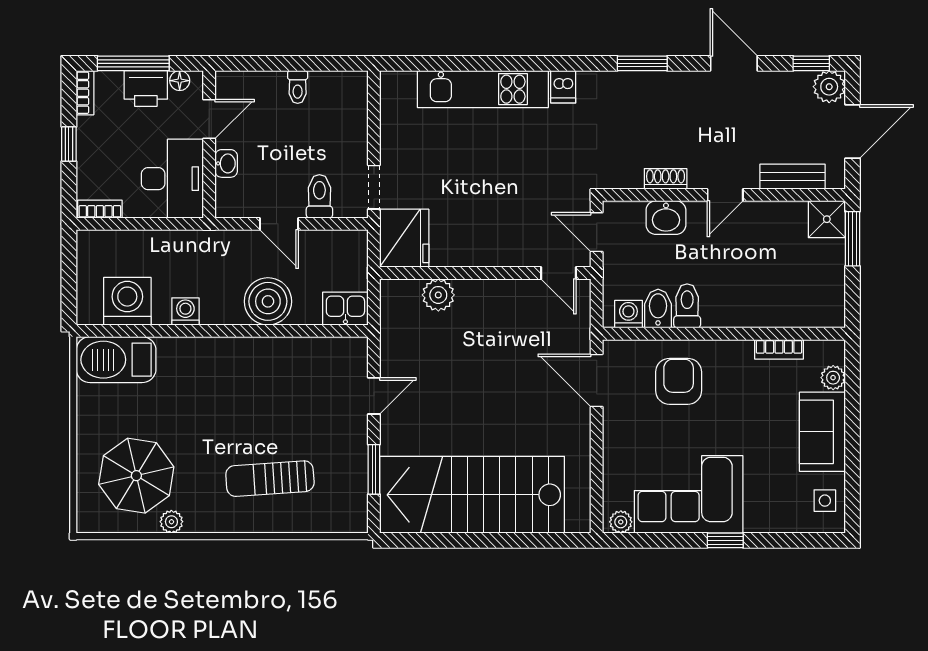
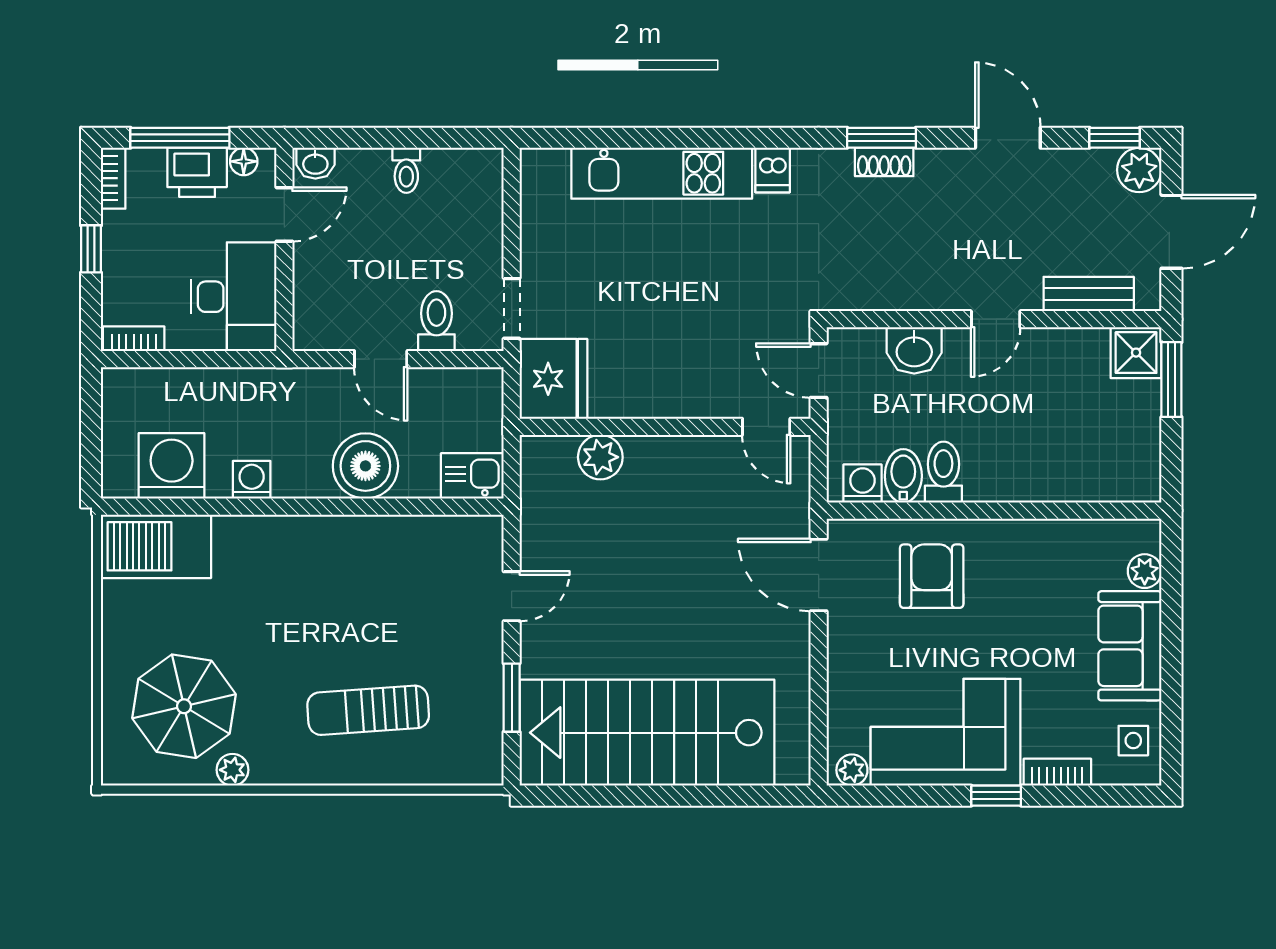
washbasin: (226, 163) -> (315, 163), moved, turned 90
shoe rack: (666, 179) -> (884, 162), moved, turned 180
bookcase: (779, 349) -> (1057, 772), moved, turned 180

